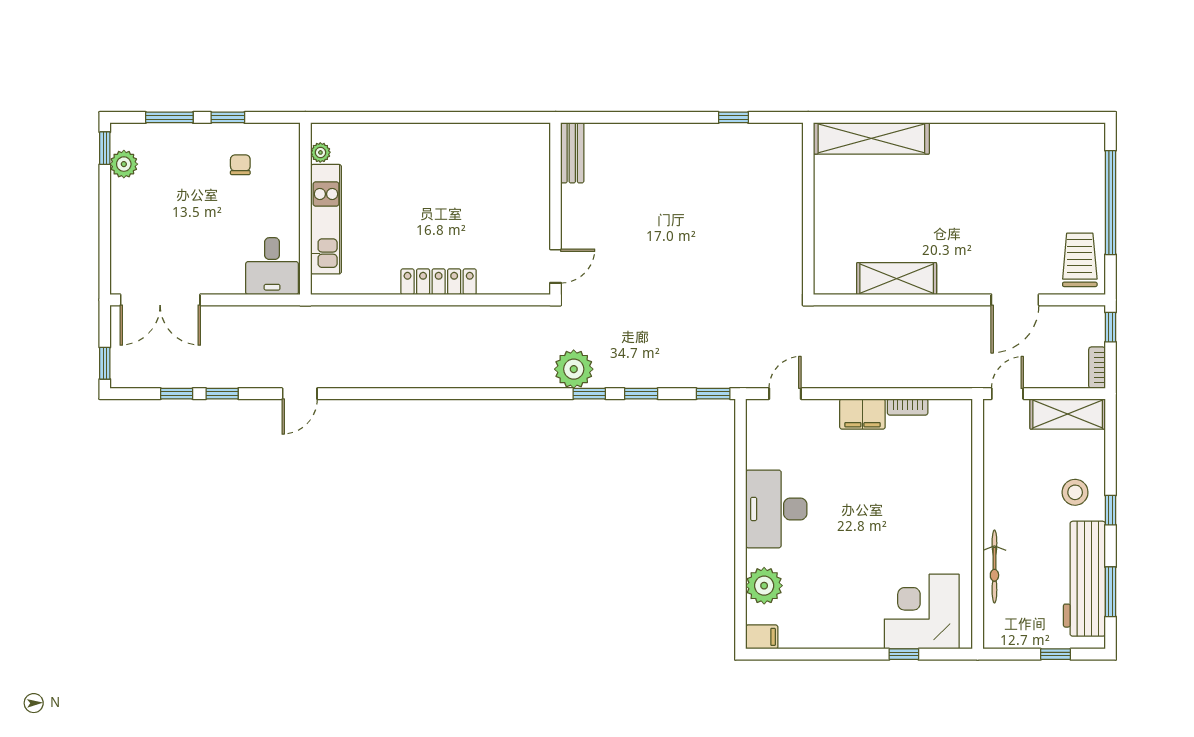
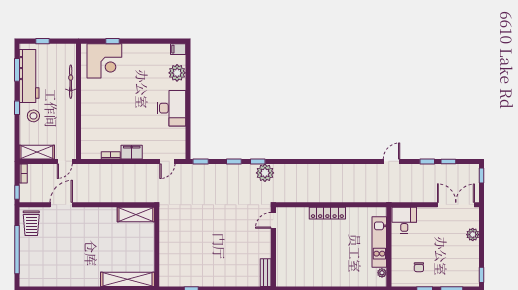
plant: (124, 164) -> (473, 235), moved
shelving: (897, 279) -> (136, 215), moved

